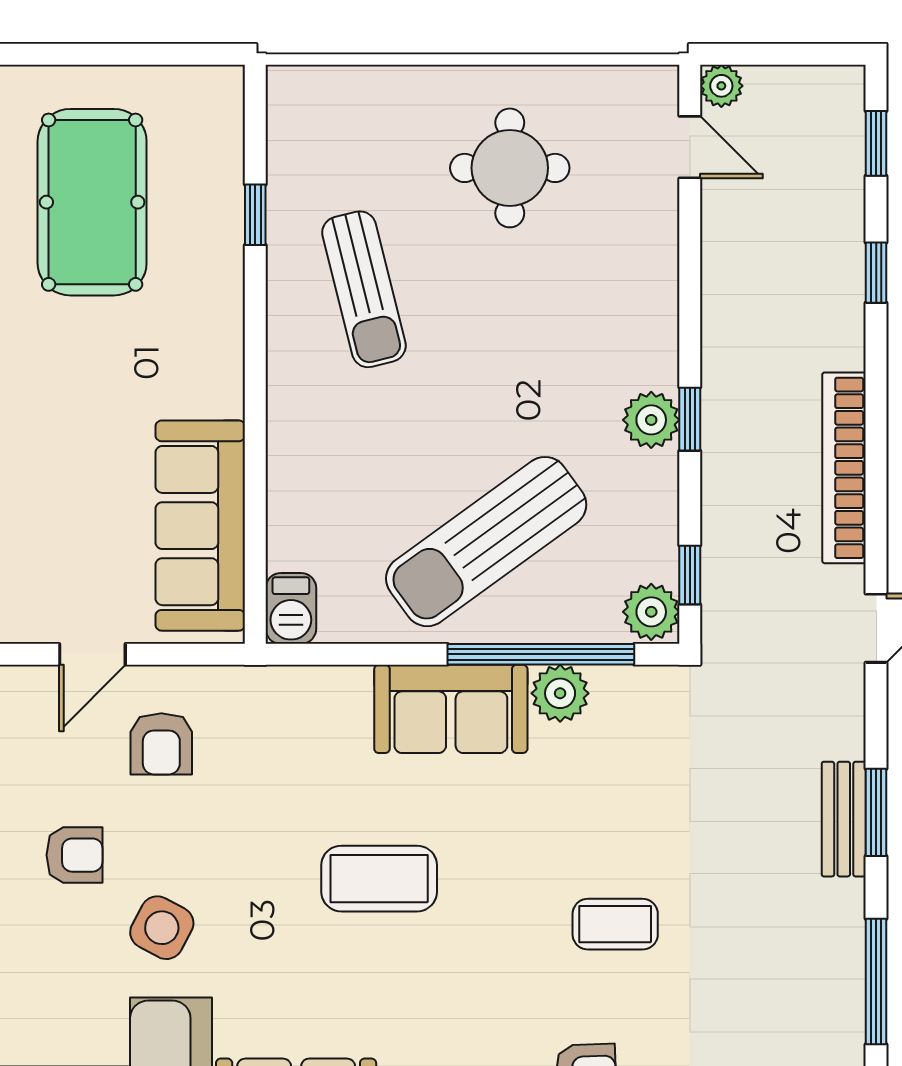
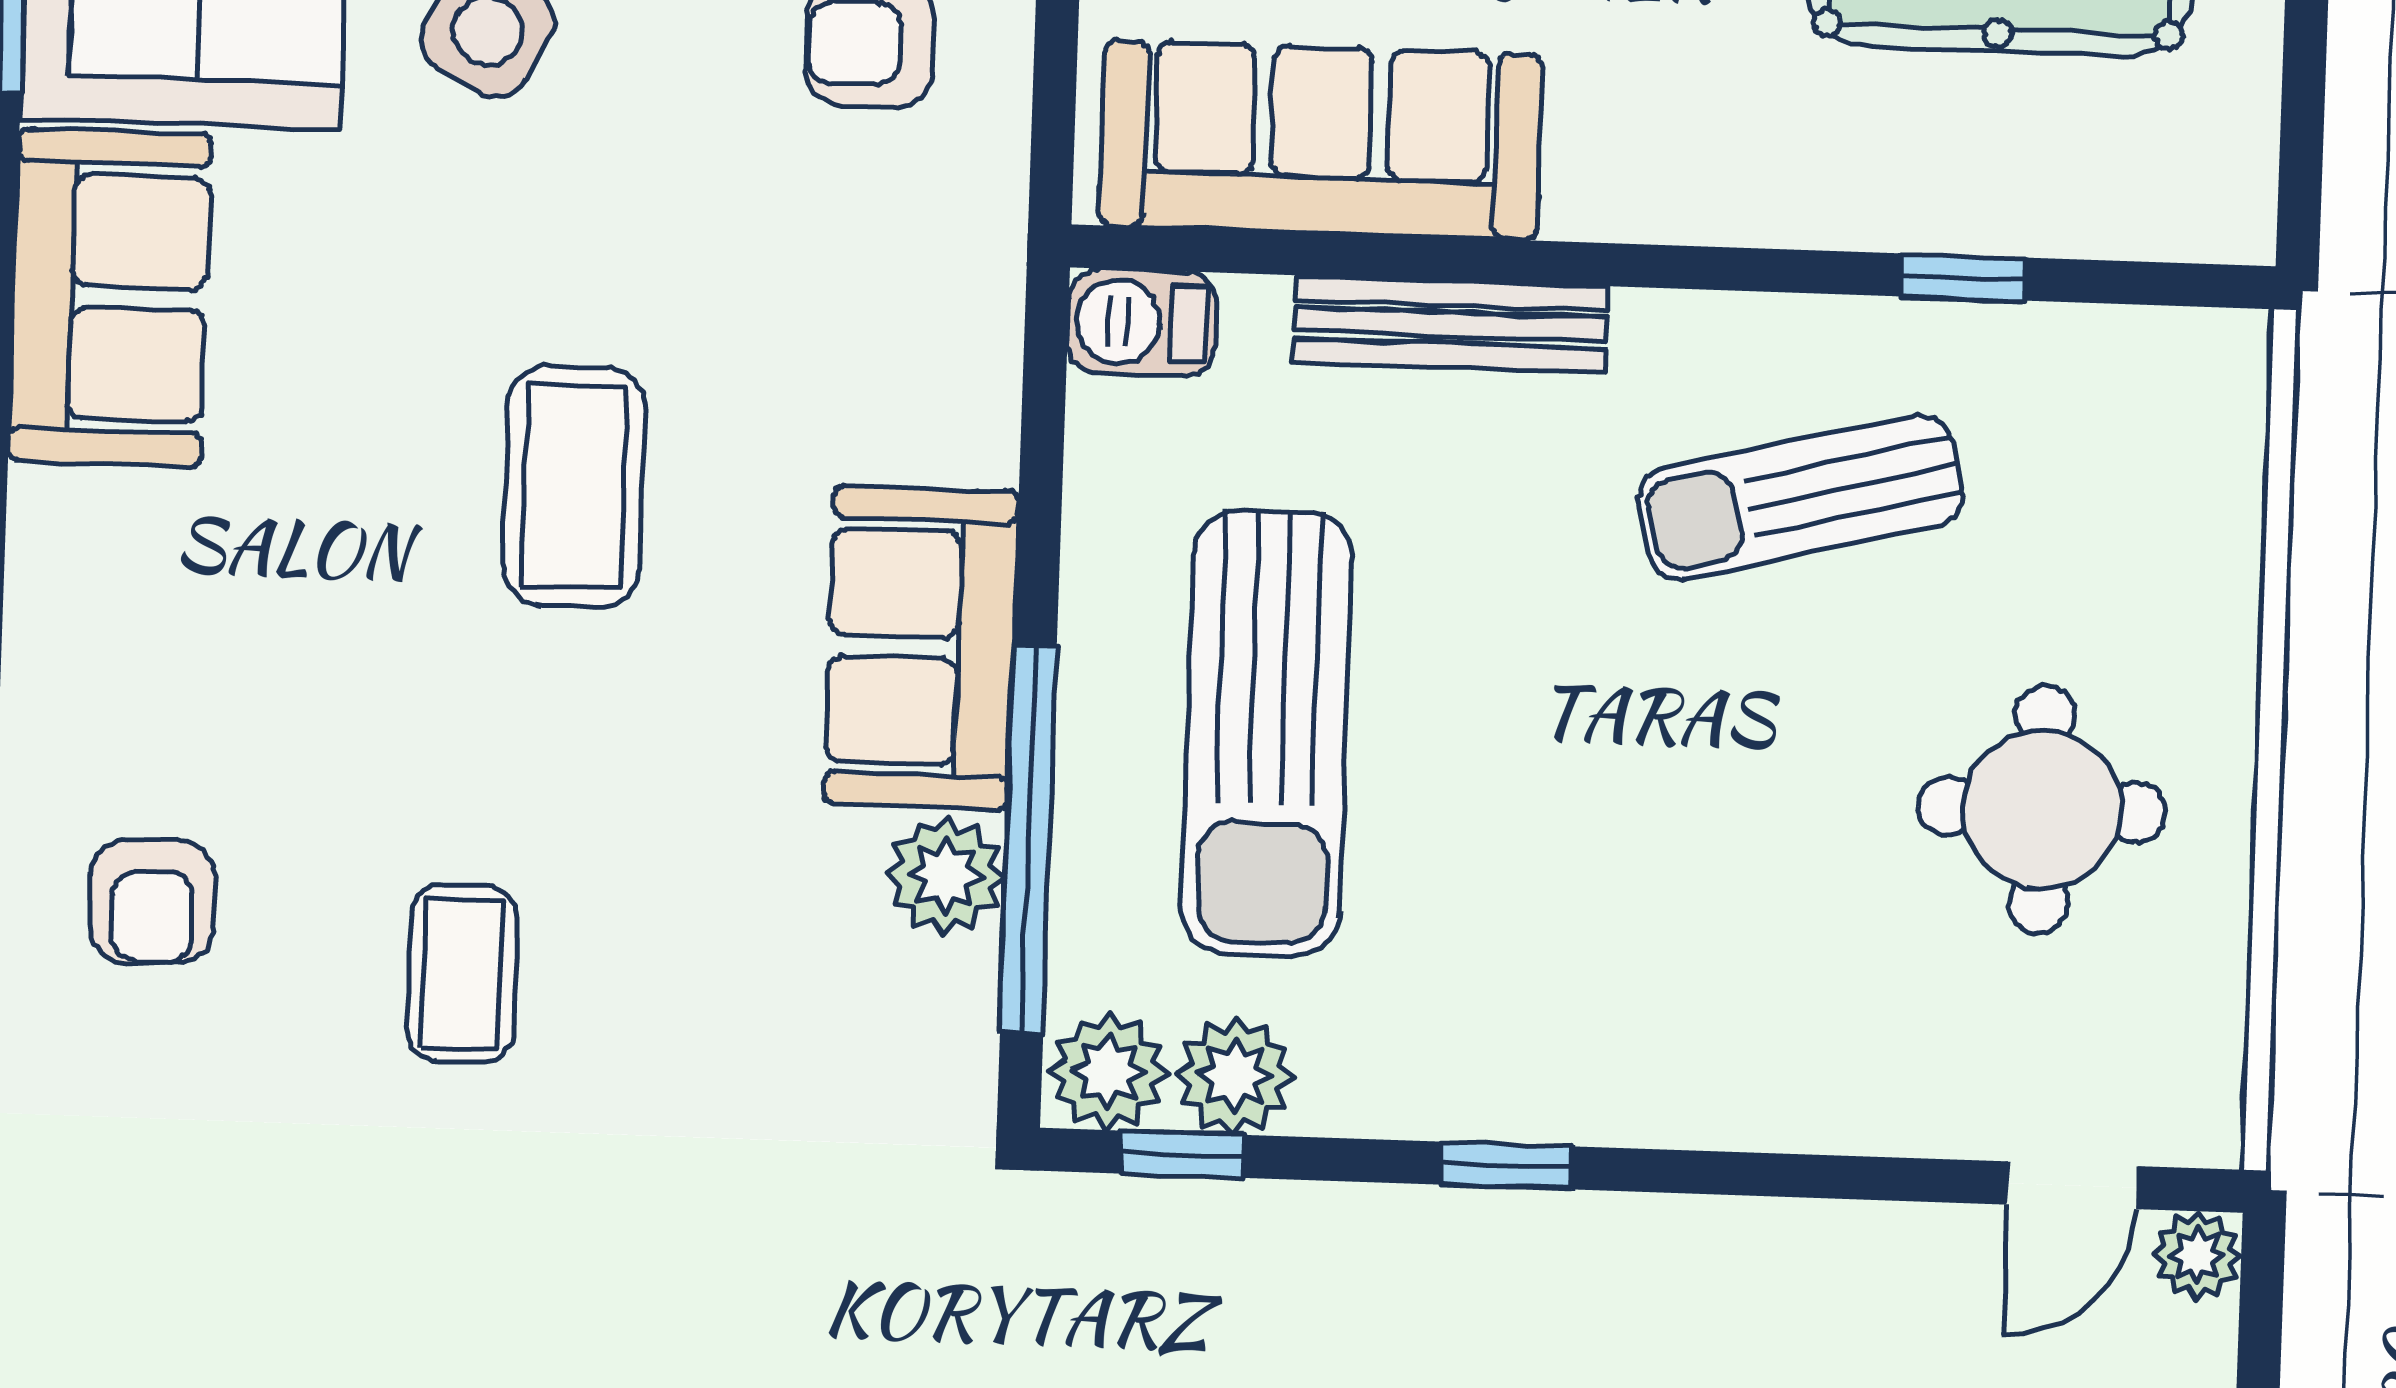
plant: (651, 420) -> (1235, 1076), moved
bench: (287, 460) -> (1451, 324), added
sun lounger: (486, 542) -> (1267, 733), turned -144

